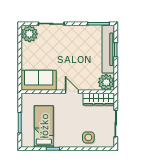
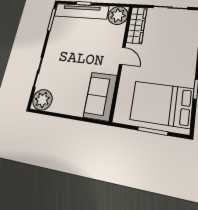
door: (72, 92) -> (122, 56), swing flipped
bed: (44, 126) -> (162, 104), width x1.50
side table: (88, 137) -> (185, 41), removed

